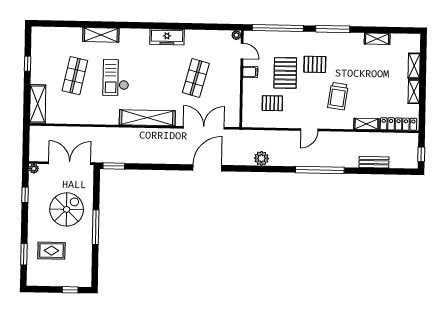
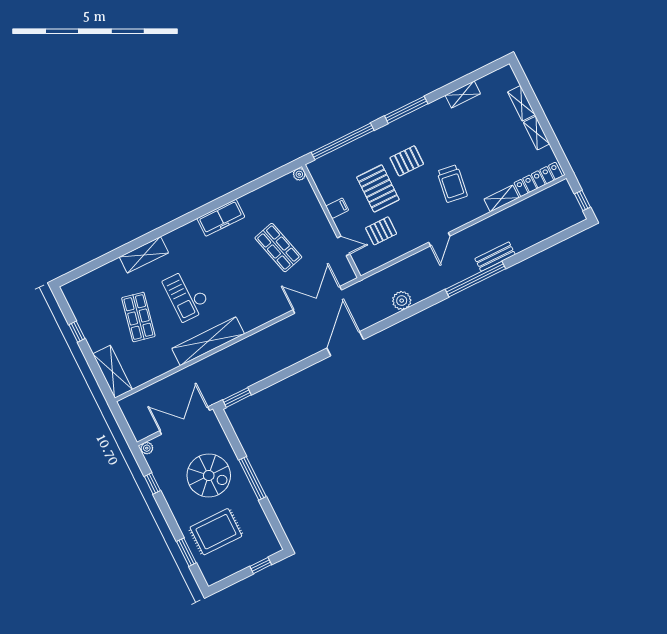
door: (242, 51) -> (344, 246), moved
shop shelf: (196, 78) -> (278, 248), turned -30
shelving: (147, 118) -> (208, 341), moved
bench: (374, 162) -> (495, 257), moved
spiral stairs: (67, 209) -> (209, 475), turned 90
rug: (51, 251) -> (216, 532), width x1.36, depth x1.43

